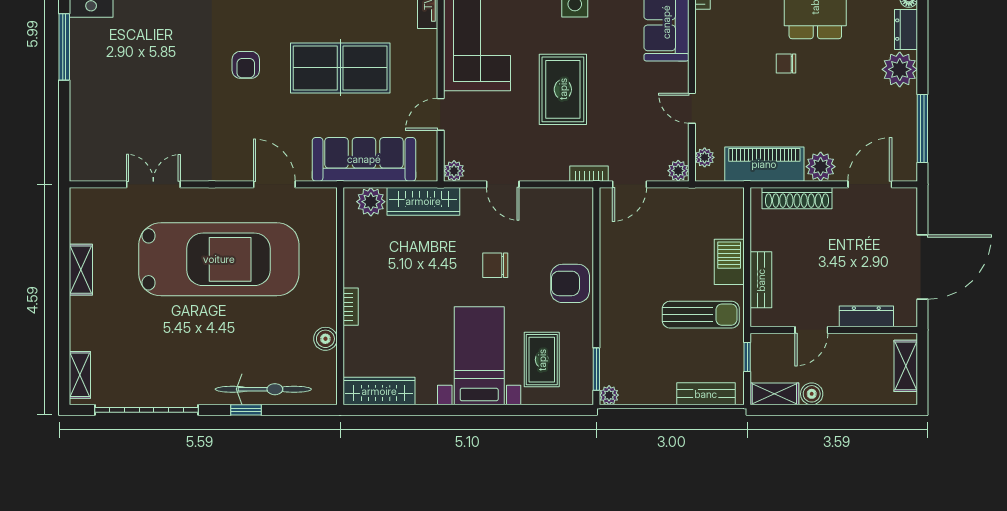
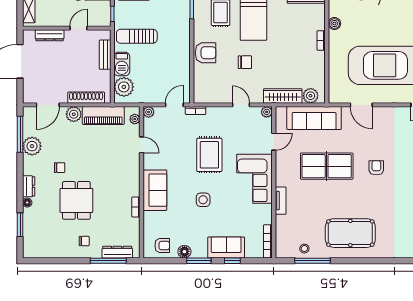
chair: (786, 63) -> (60, 168), moved
plant: (900, 69) -> (32, 146), moved
plant: (725, 218) -> (124, 87), added

